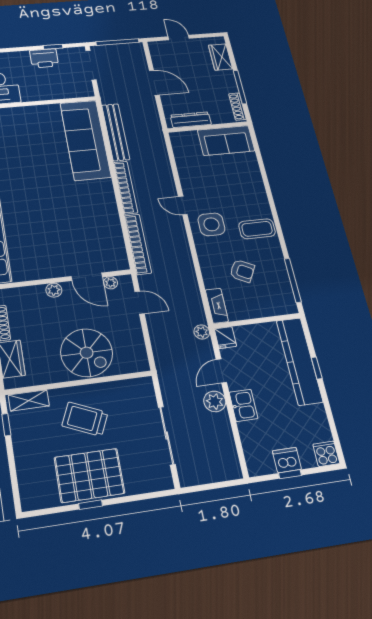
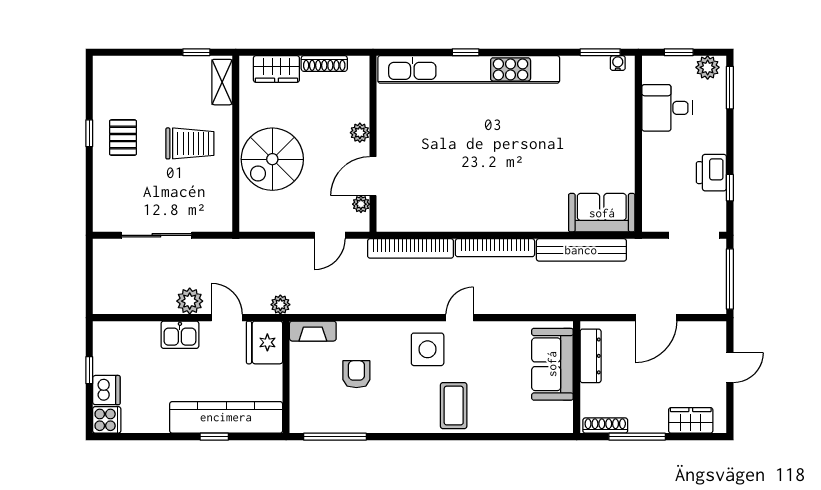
sofa: (85, 140) -> (602, 213), width x0.54, depth x0.79
sofa: (226, 140) -> (552, 364), moved
coffee table: (257, 229) -> (454, 406), moved
armchair: (242, 271) -> (356, 374), turned 152
fridge: (225, 338) -> (265, 342), width x1.88, depth x1.34
trolley: (85, 419) -> (190, 143), turned 66
dishwasher: (287, 460) -> (106, 390), moved
pallet: (89, 475) -> (123, 138), width x0.49, depth x0.50

